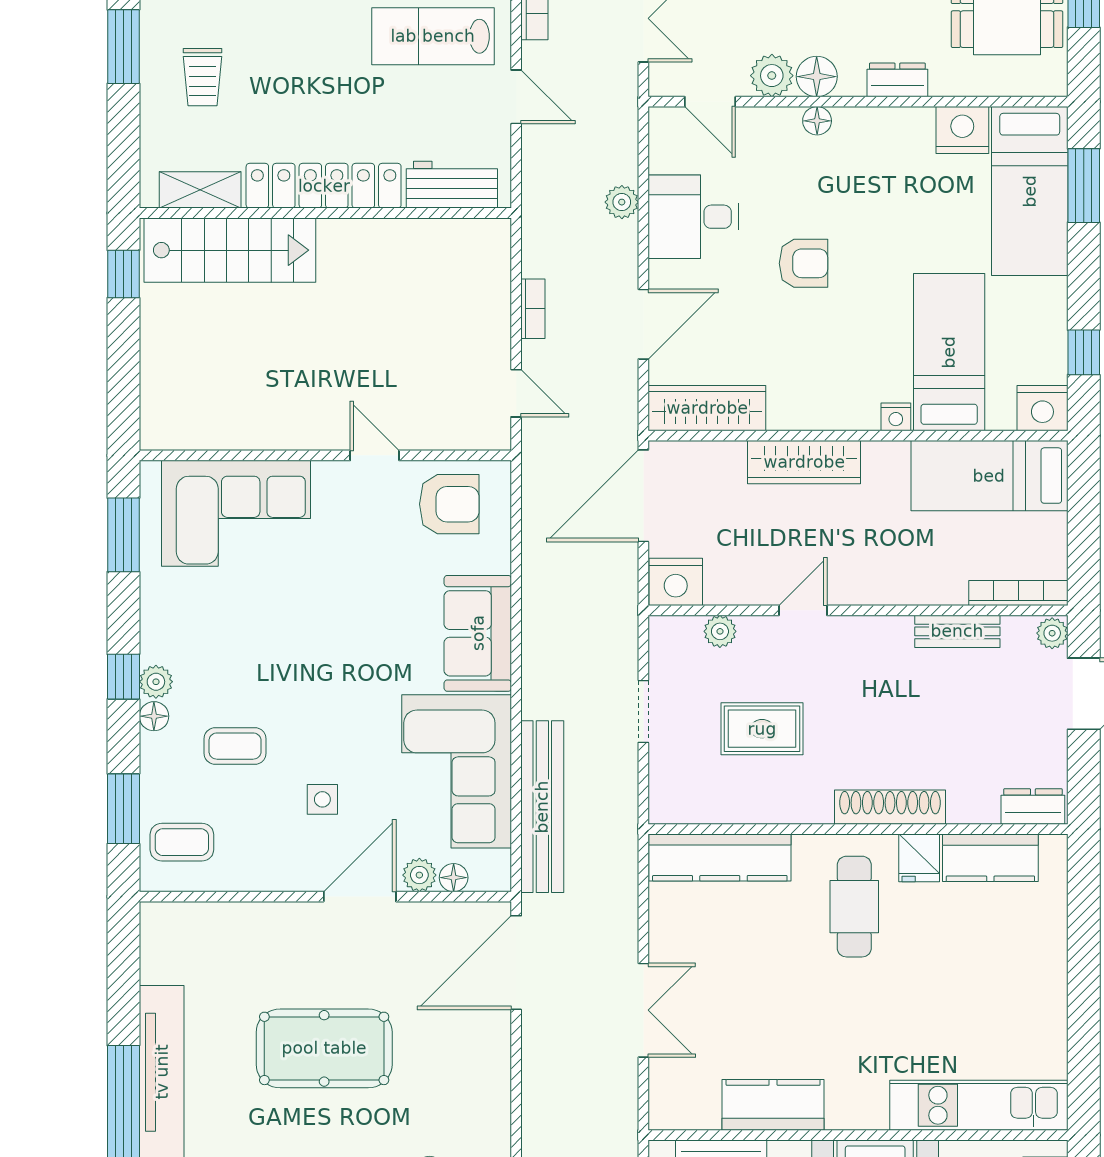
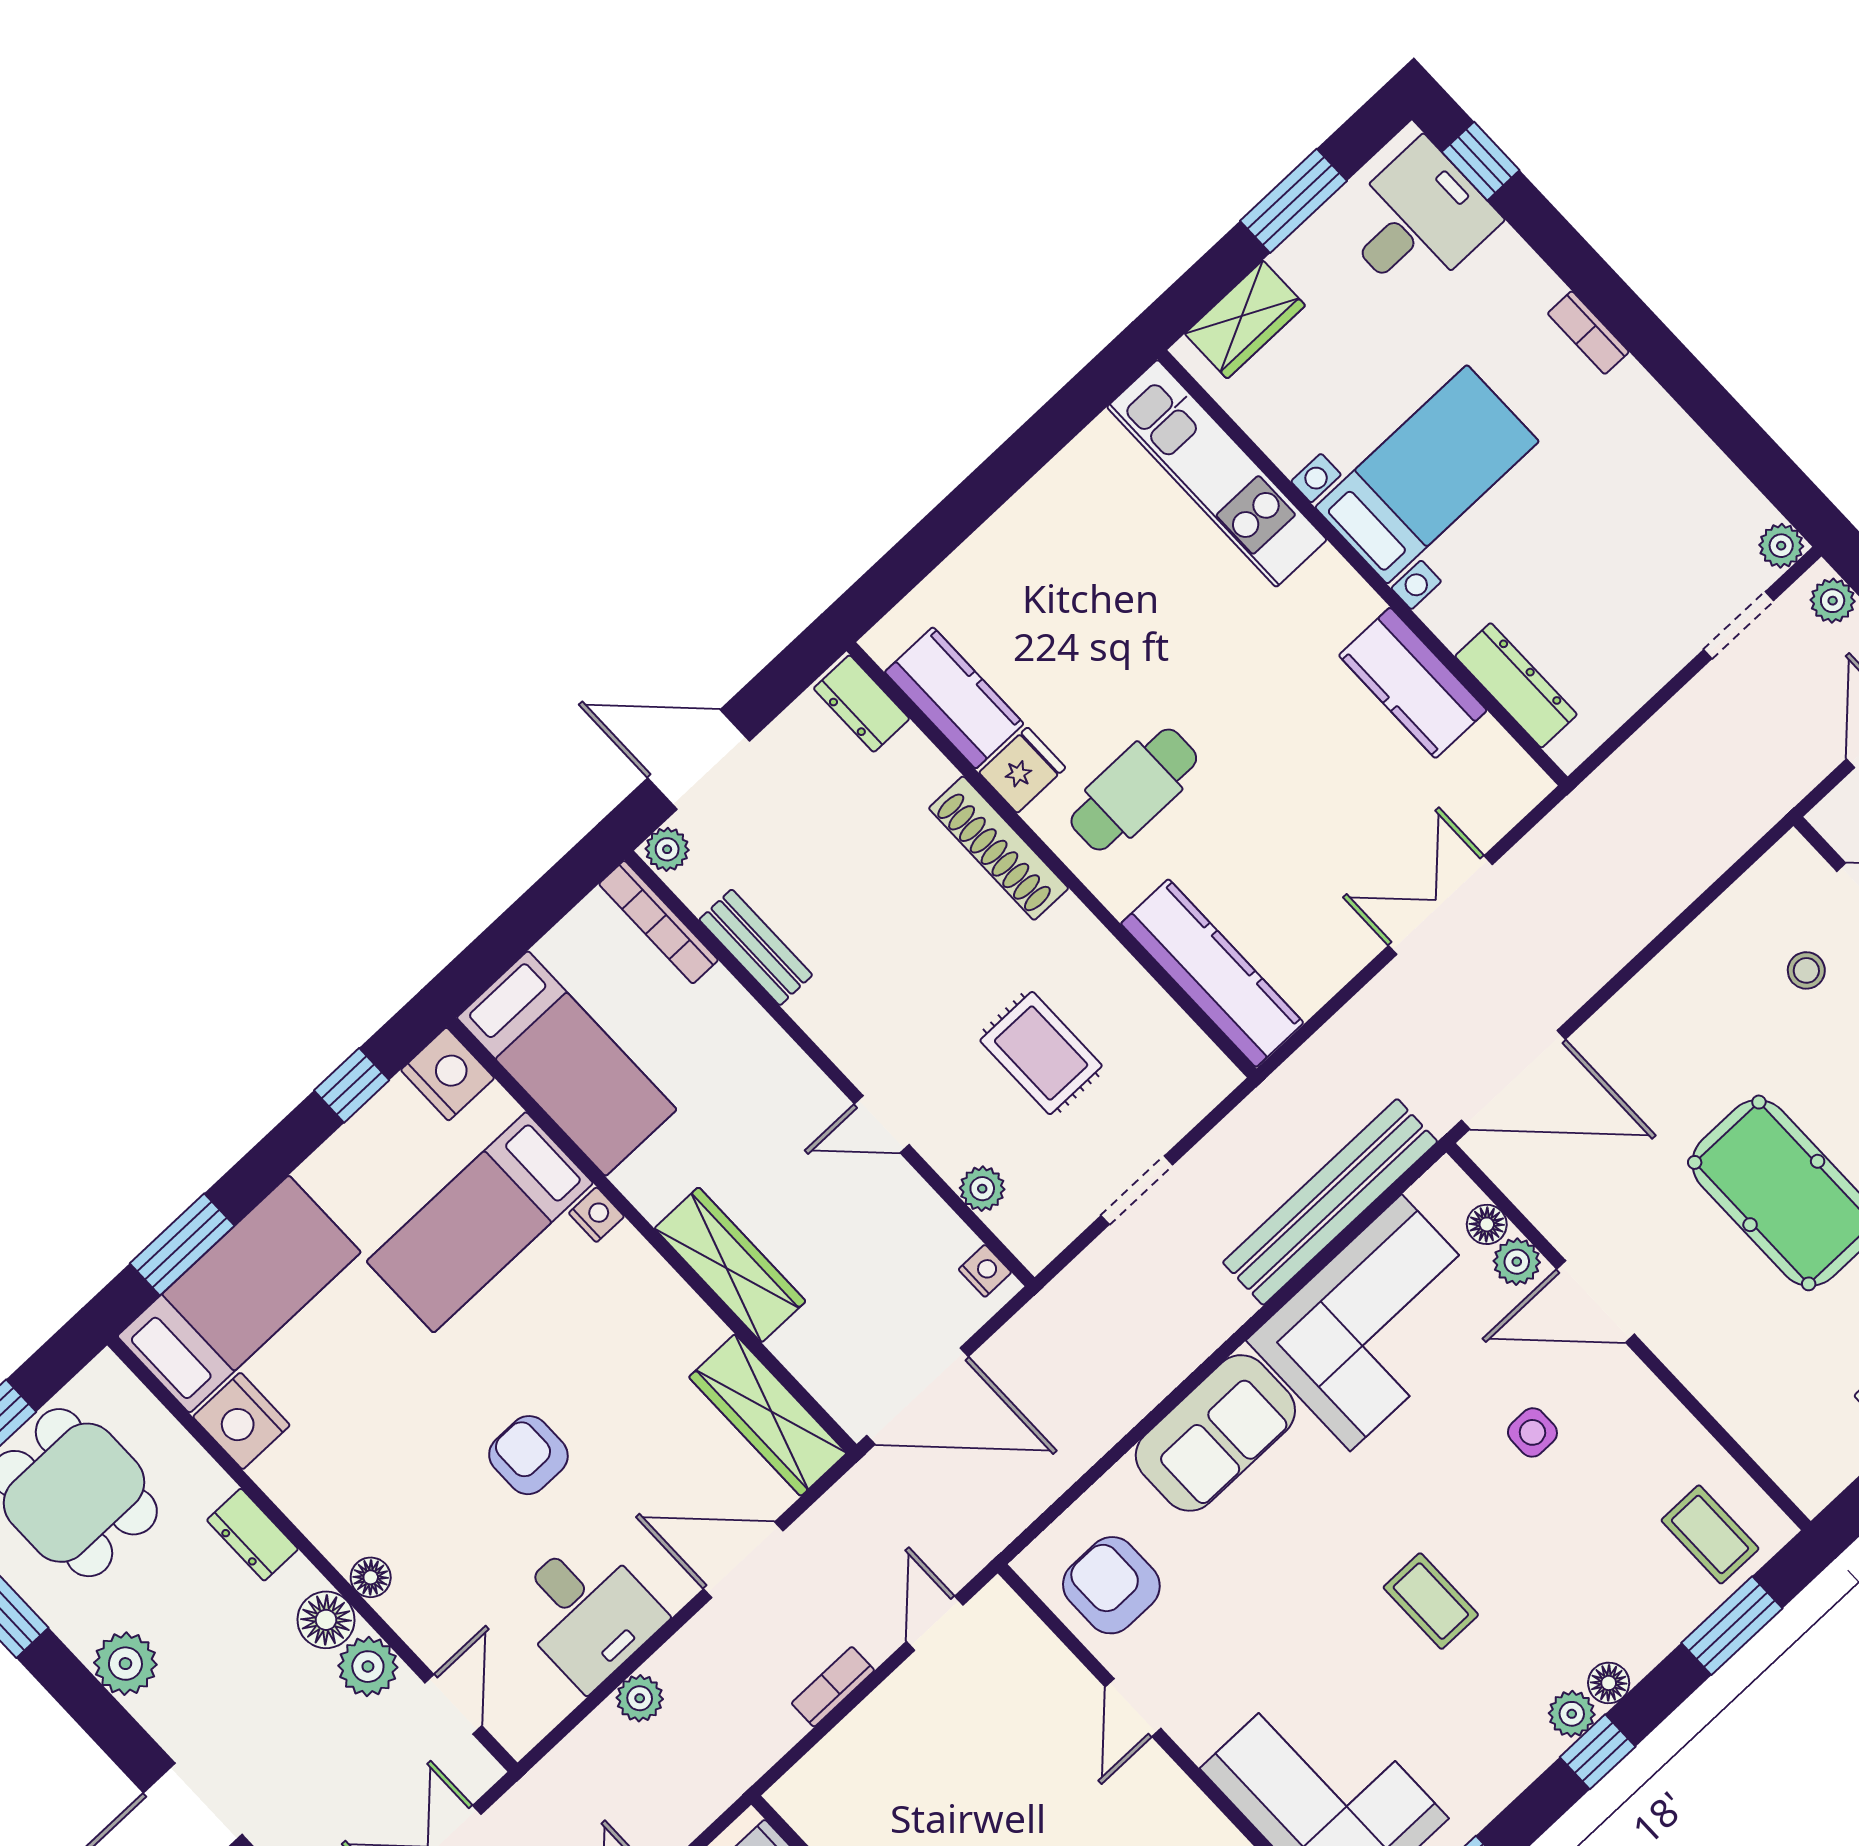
nightstand: (676, 582) -> (985, 1271), width x0.53, depth x0.56
coffee table: (235, 746) -> (1431, 1601), moved

